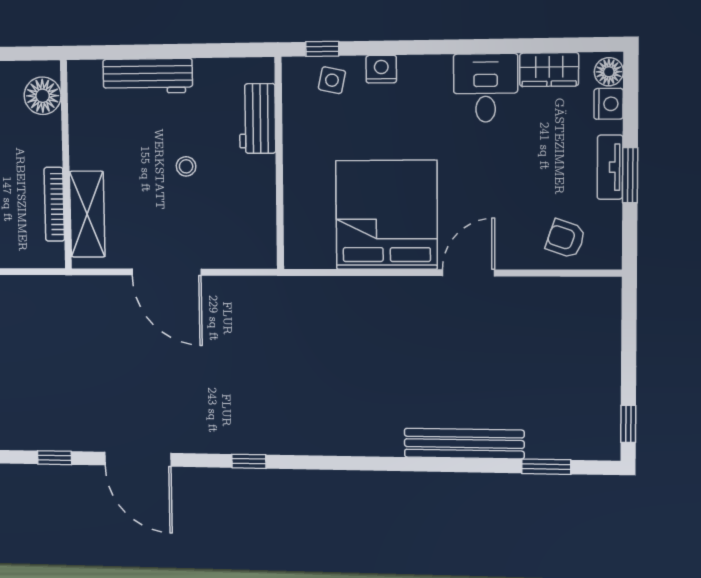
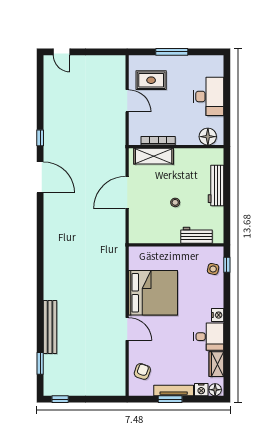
nightstand: (381, 69) -> (218, 315), moved
tv unit: (610, 167) -> (174, 390), width x1.41
door: (138, 459) -> (40, 177), swing flipped
window: (249, 461) -> (40, 229), removed

